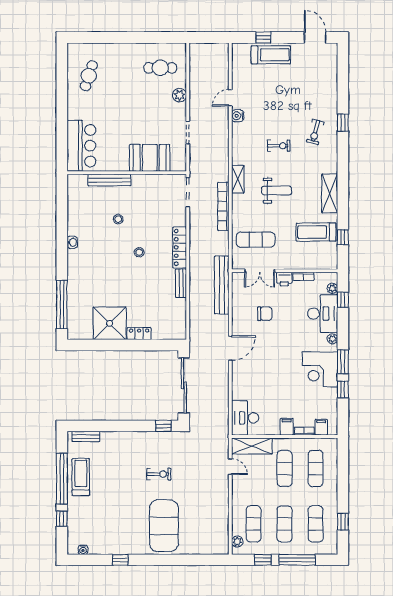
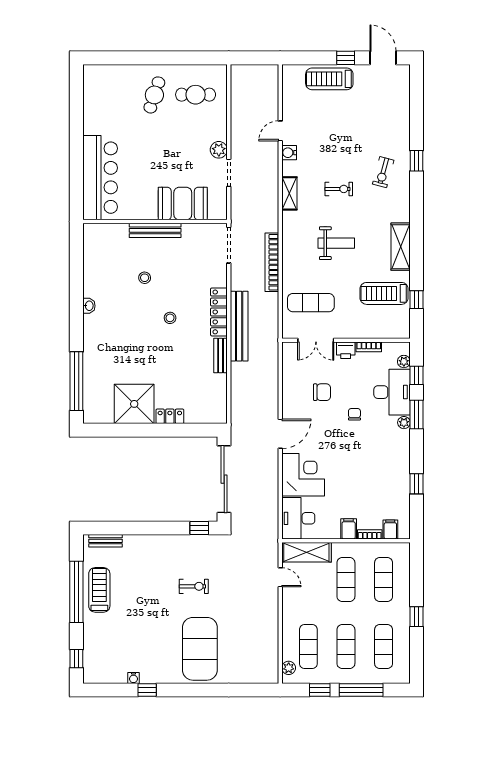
window: (263, 37) -> (346, 58), moved
treadmill: (271, 55) -> (329, 79), turned 180
cafe table: (89, 76) -> (154, 95), moved
plant: (179, 95) -> (219, 150), moved
bar counter: (81, 146) -> (100, 178), width x1.36
shelving: (238, 179) -> (289, 193), moved
bench: (109, 180) -> (155, 230), moved
bench: (222, 285) -> (239, 326), moved
chair: (292, 332) -> (354, 414), added
window: (343, 362) -> (417, 414), moved
corner desk: (320, 369) -> (303, 475), moved, turned 180
window: (62, 519) -> (76, 659), moved
window: (343, 522) -> (417, 617), moved
water cooler: (83, 550) -> (133, 678), moved

